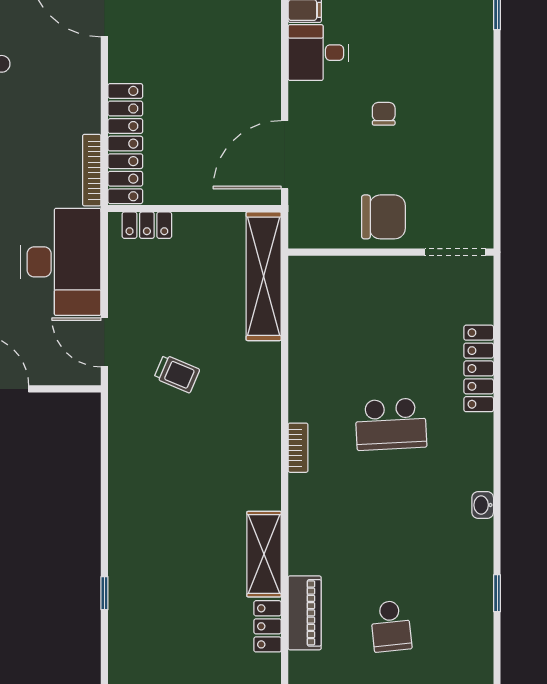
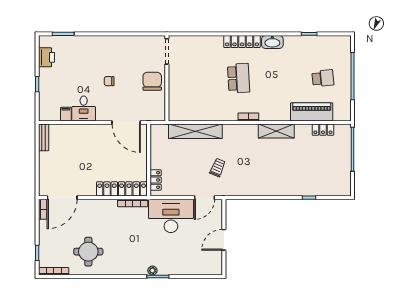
shelving: (264, 276) -> (195, 131), moved
locker: (479, 368) -> (242, 42), moved
washbasin: (483, 505) -> (272, 42), width x1.91, depth x1.45
shelving: (264, 554) -> (276, 131), moved
piano: (305, 613) -> (312, 112), width x1.37, depth x1.33

